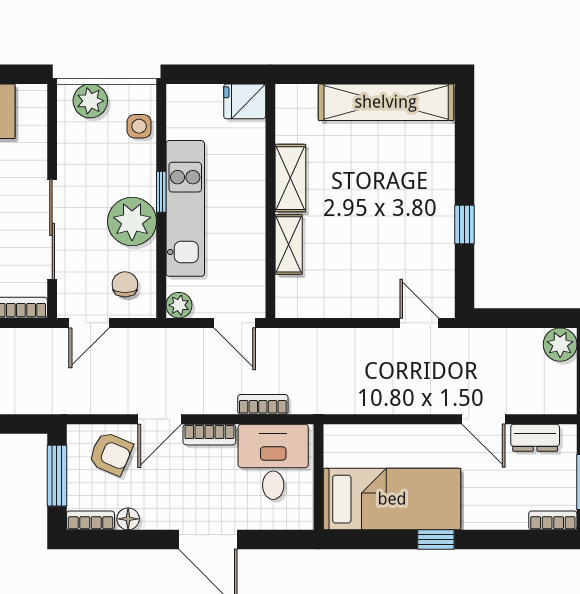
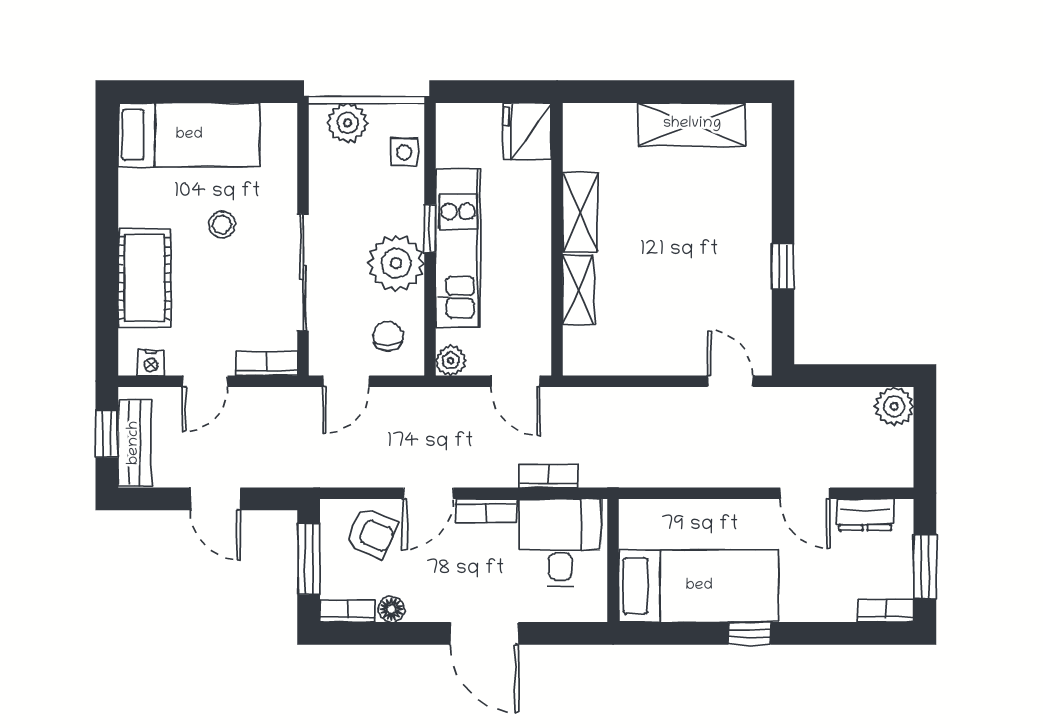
fridge: (245, 101) -> (527, 131), width x1.38
shelving: (386, 102) -> (692, 124), width x0.68

